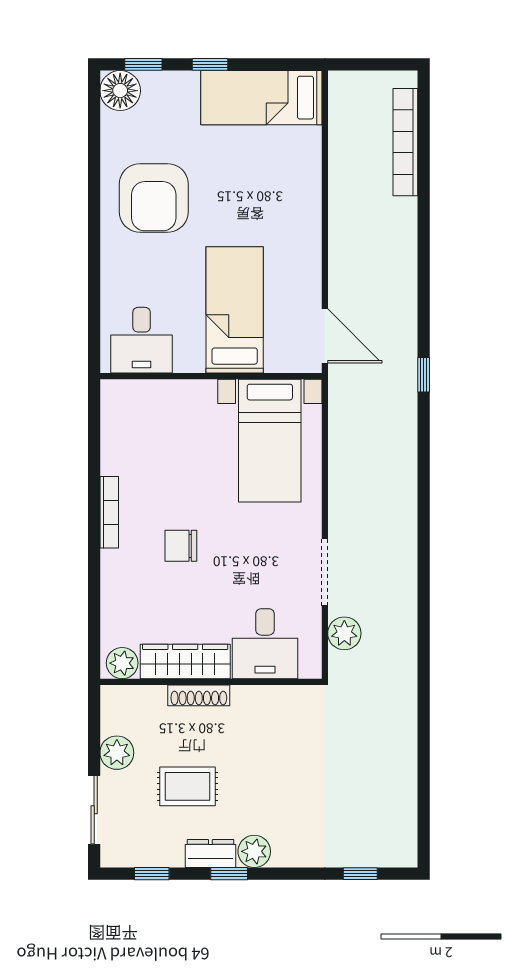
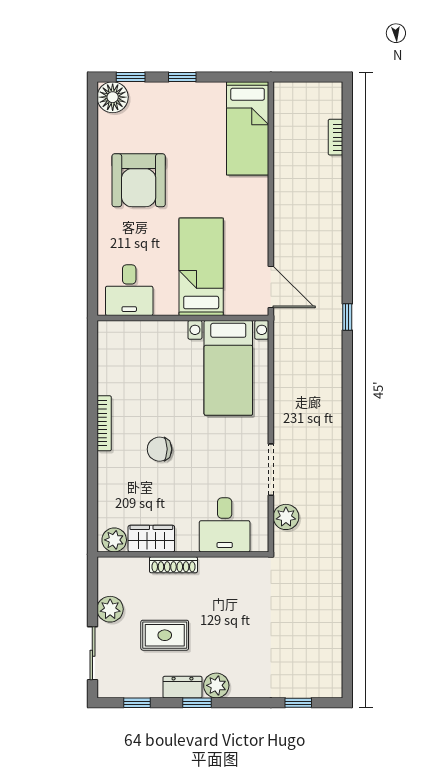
bed: (261, 98) -> (248, 128), moved, turned -90
bookcase: (405, 142) -> (335, 137), width x0.43, depth x0.76
wardrobe: (185, 661) -> (151, 539), width x0.67

